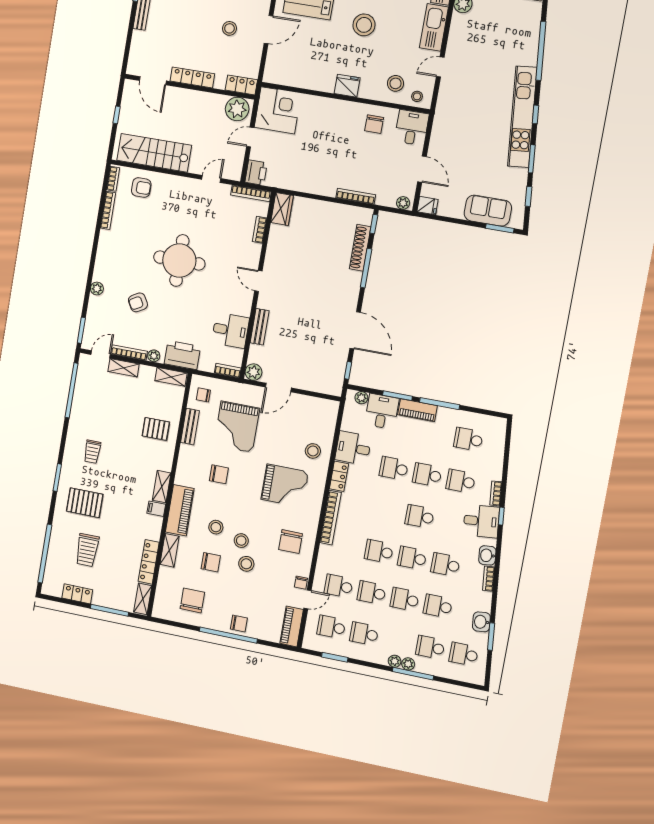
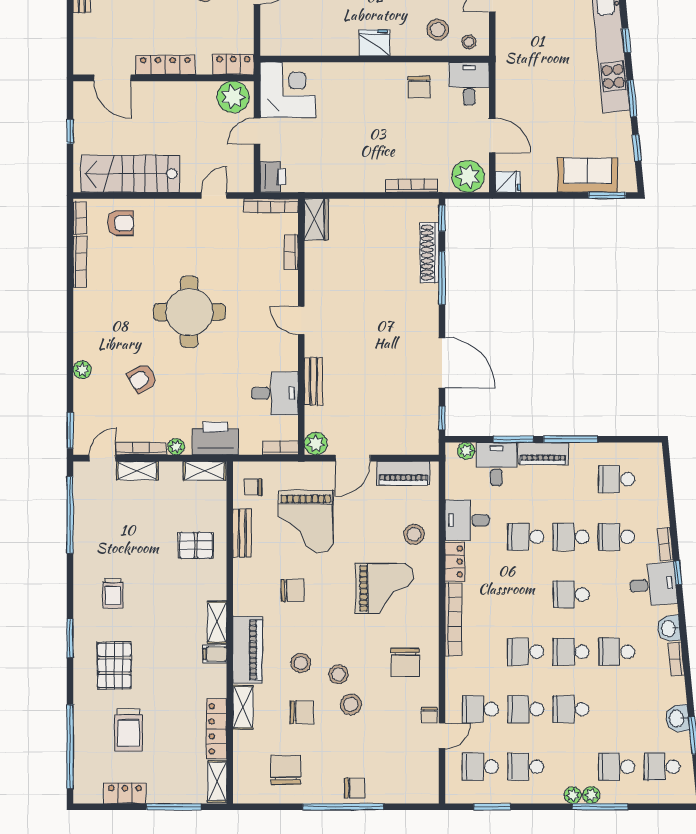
plant: (403, 203) -> (468, 176), width x1.88, depth x1.88
pallet: (85, 503) -> (114, 665), turned 90
school desk: (438, 606) -> (617, 709), removed
piano: (292, 626) -> (403, 473), moved, turned -90

